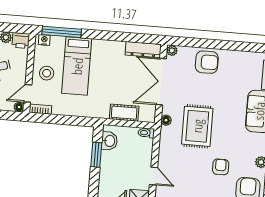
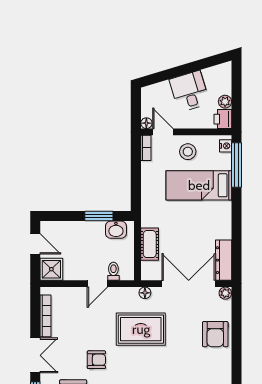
toilet: (146, 133) -> (113, 271), moved
door: (154, 176) -> (97, 284), moved

